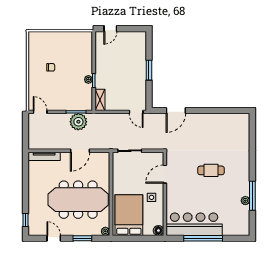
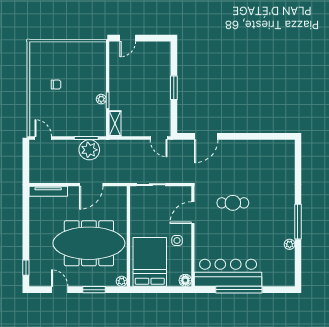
cafe table: (211, 170) -> (233, 203), moved
window: (252, 196) -> (298, 222), moved

